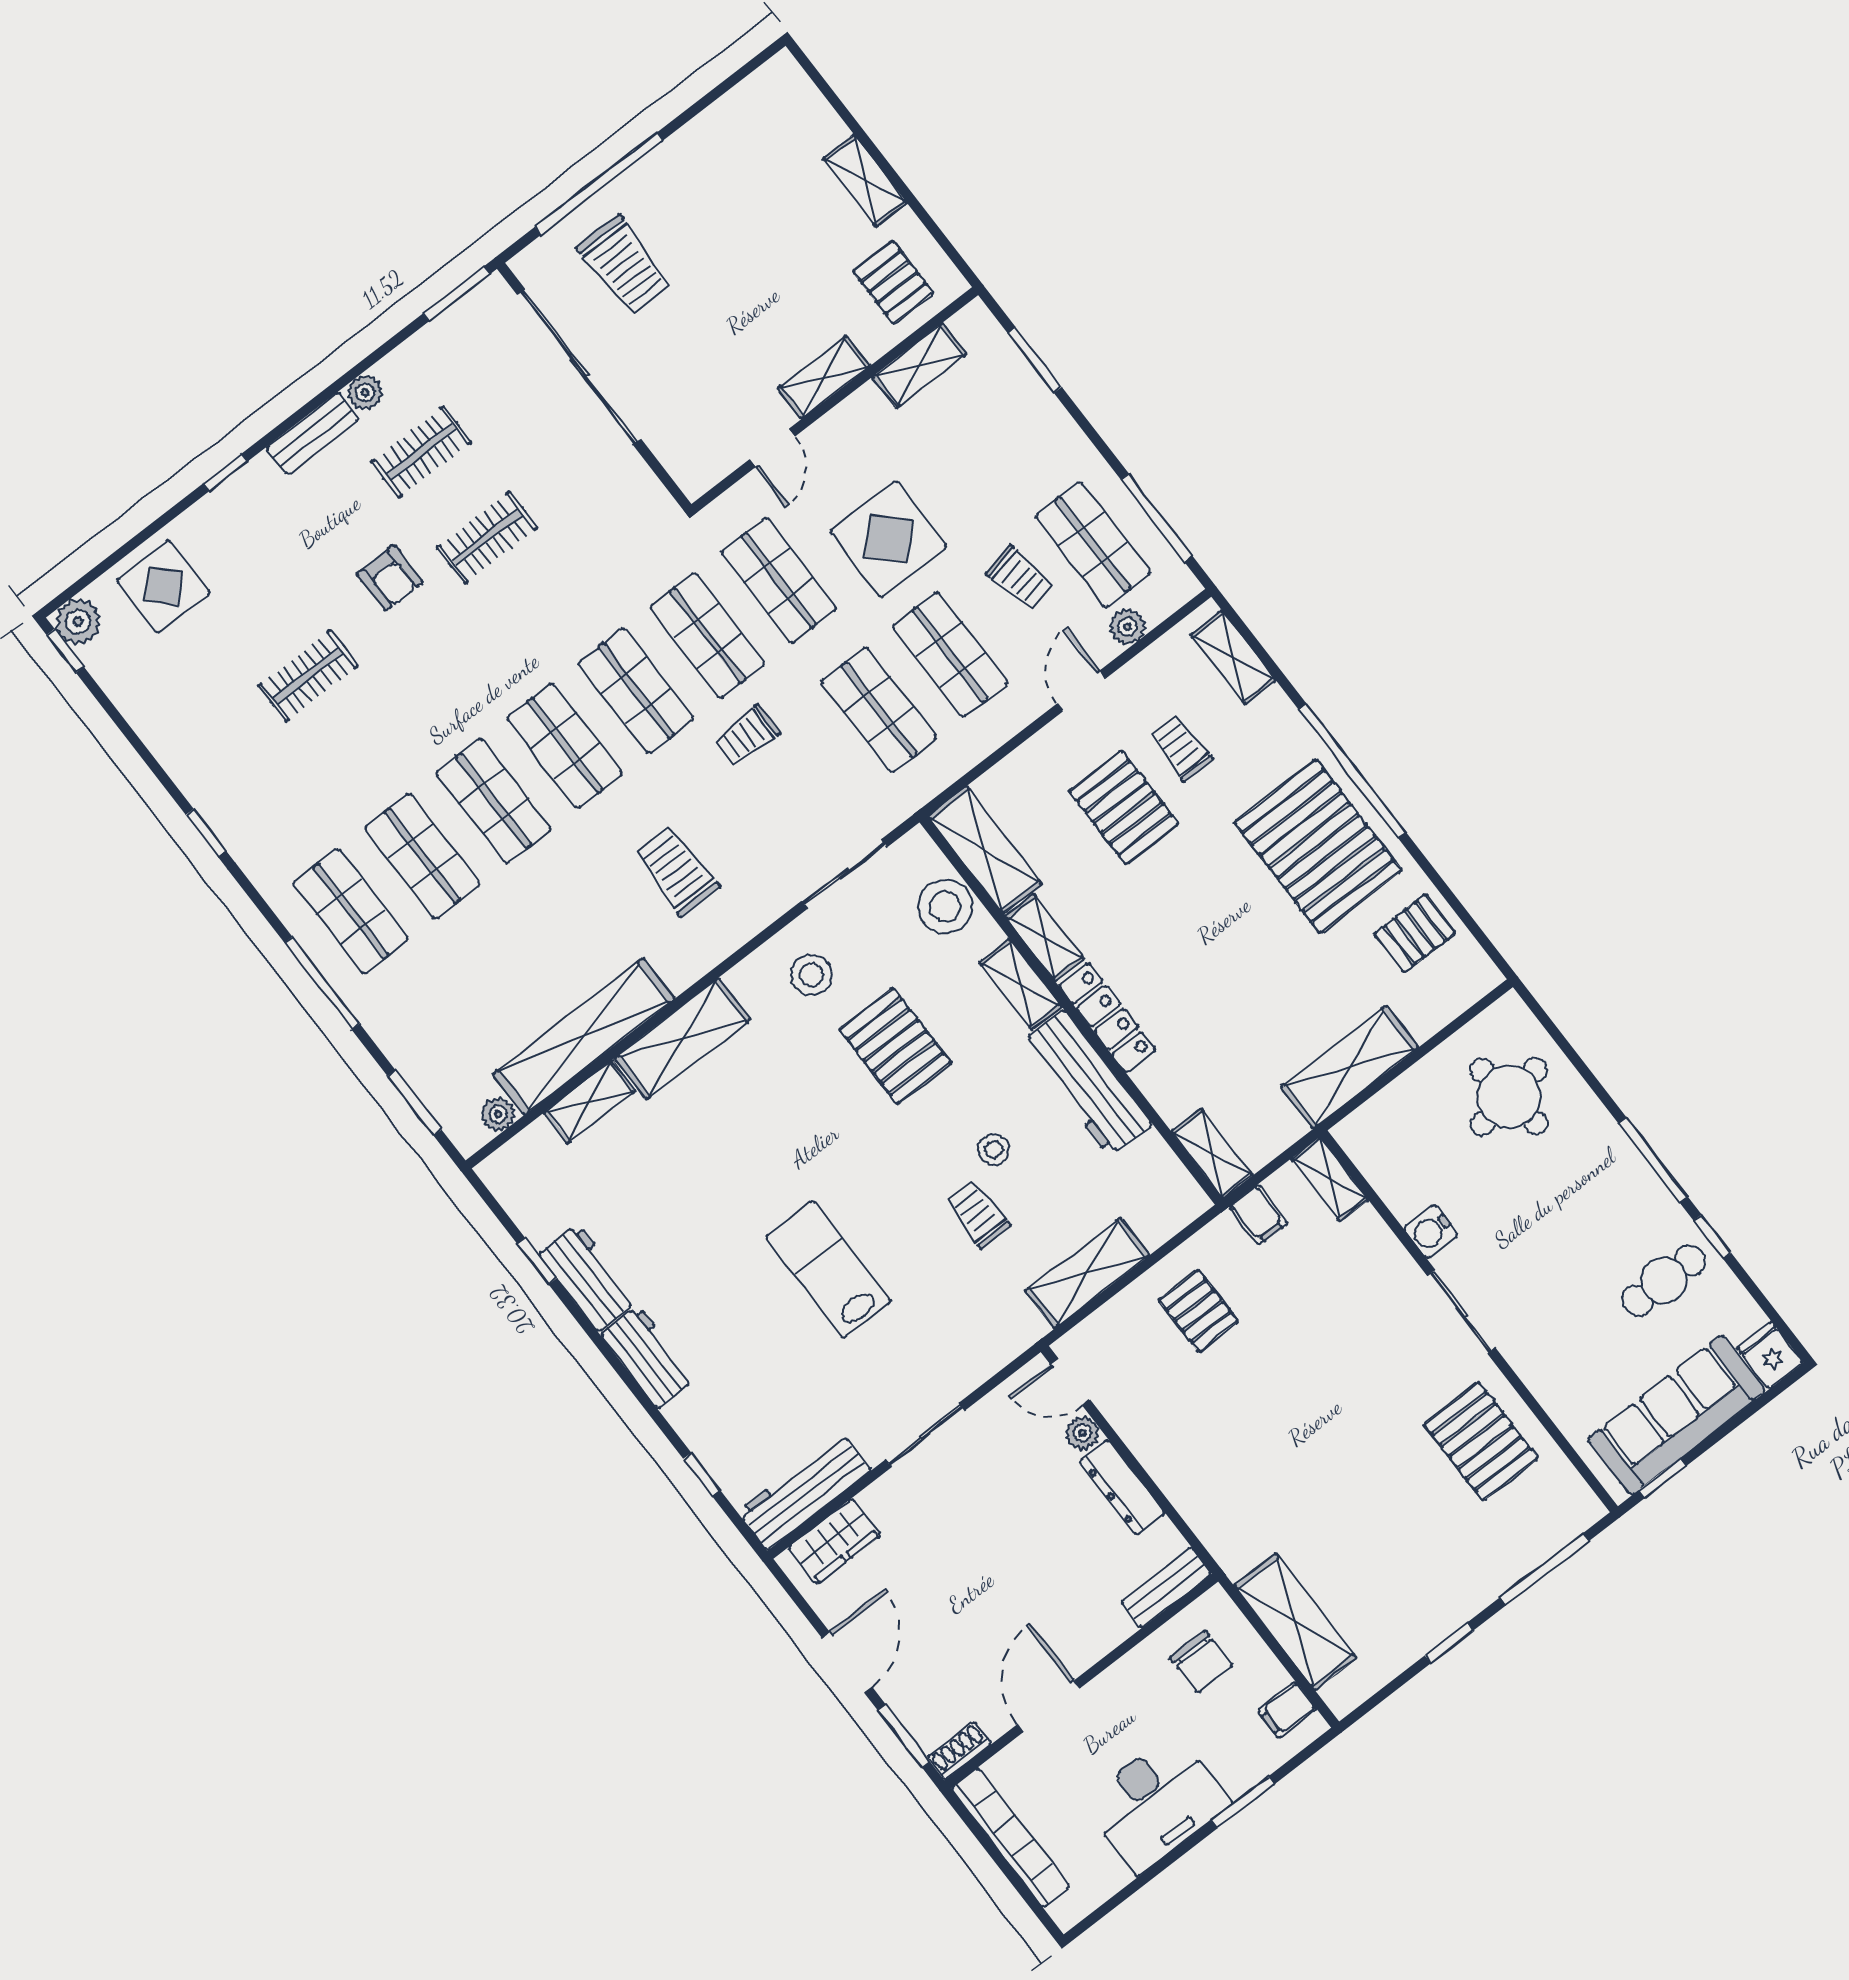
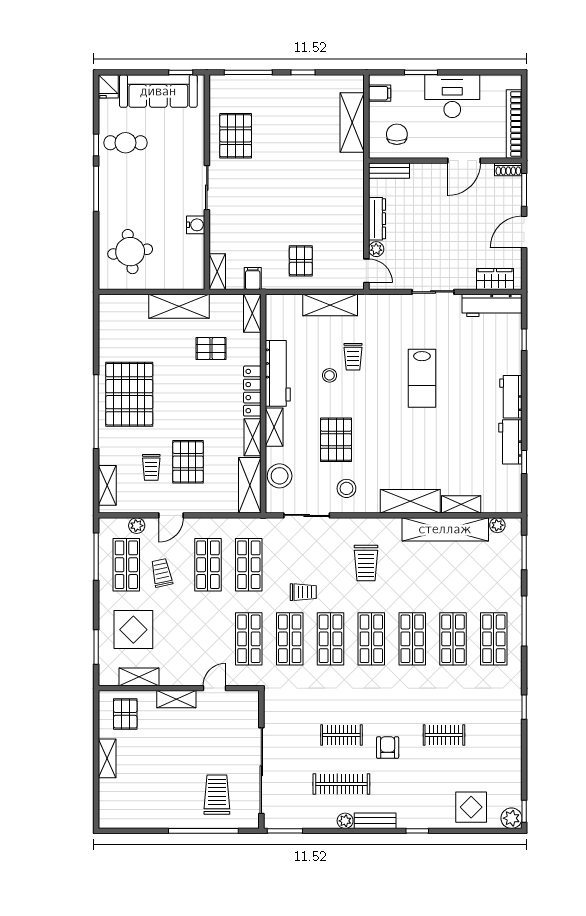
clothes rail: (421, 452) -> (341, 784), width x1.36
display table: (888, 539) -> (133, 630), moved
pallet: (1415, 933) -> (211, 349), moved

